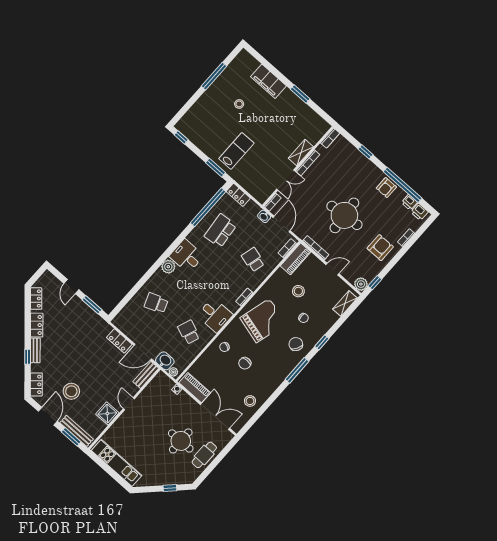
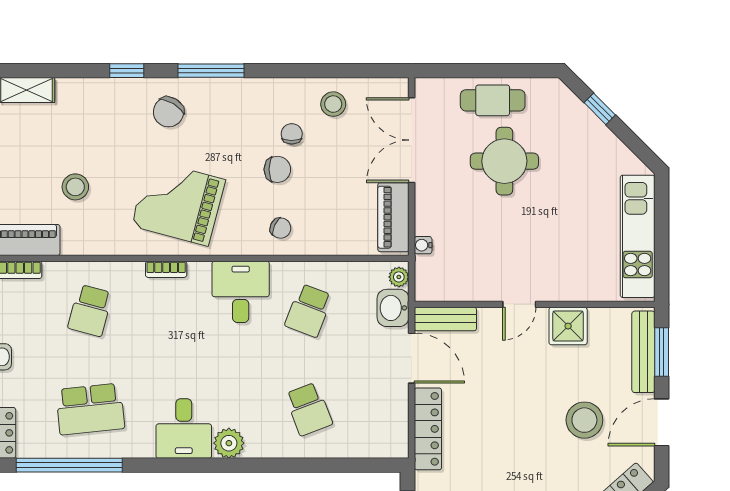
chair: (304, 318) -> (292, 134), moved
locker: (119, 341) -> (428, 429), width x1.53

